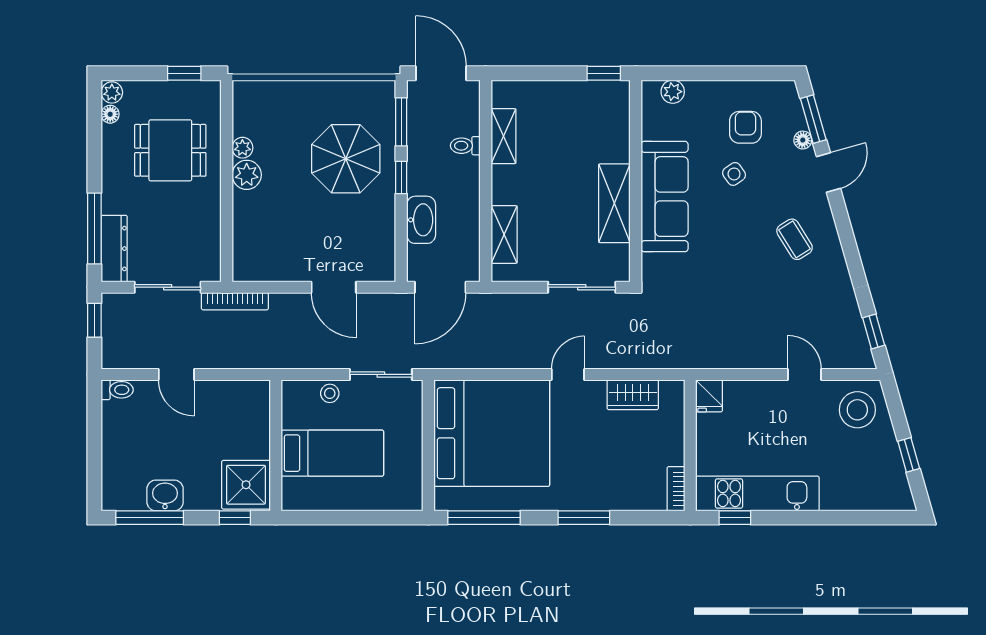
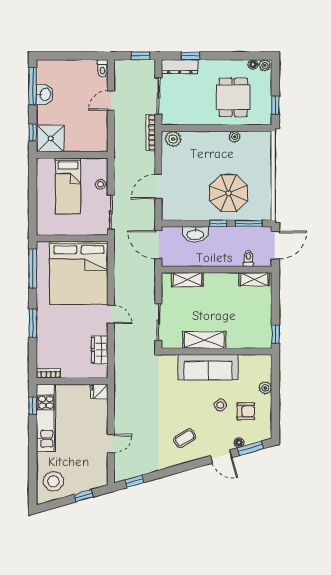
plant: (673, 92) -> (265, 388), moved
shelving: (504, 136) -> (254, 279), moved
toilet: (465, 146) -> (248, 258), moved
plant: (247, 175) -> (173, 139), moved
window: (94, 229) -> (191, 56), width x0.46
stool: (857, 410) -> (53, 481), moved
window: (909, 455) -> (84, 496), moved

